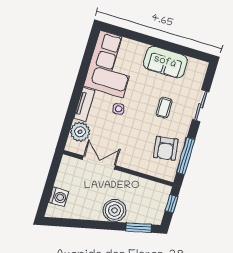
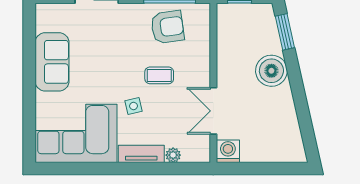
coffee table: (164, 108) -> (159, 75), moved
plant: (80, 132) -> (173, 155), width x0.53, depth x0.53
washing machine: (59, 197) -> (228, 151), moved

